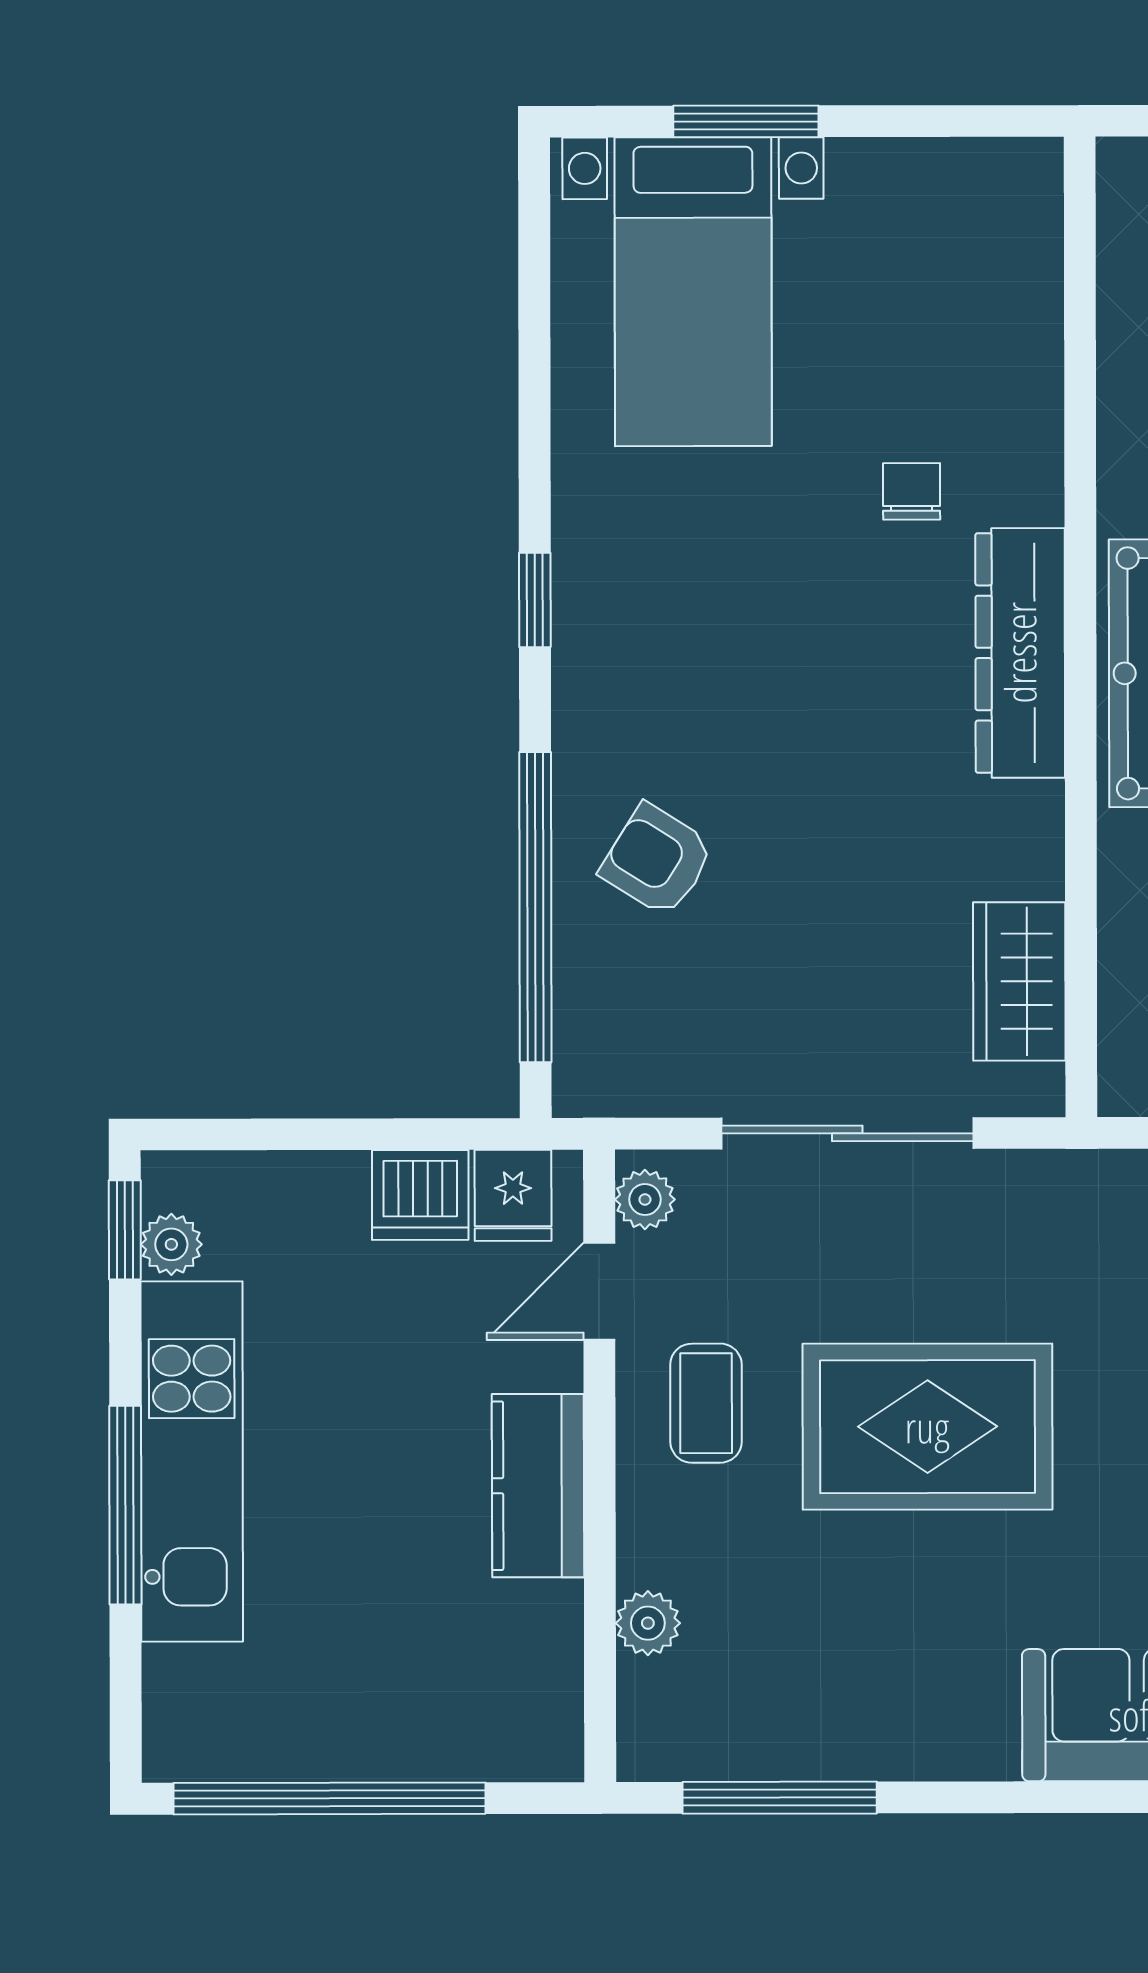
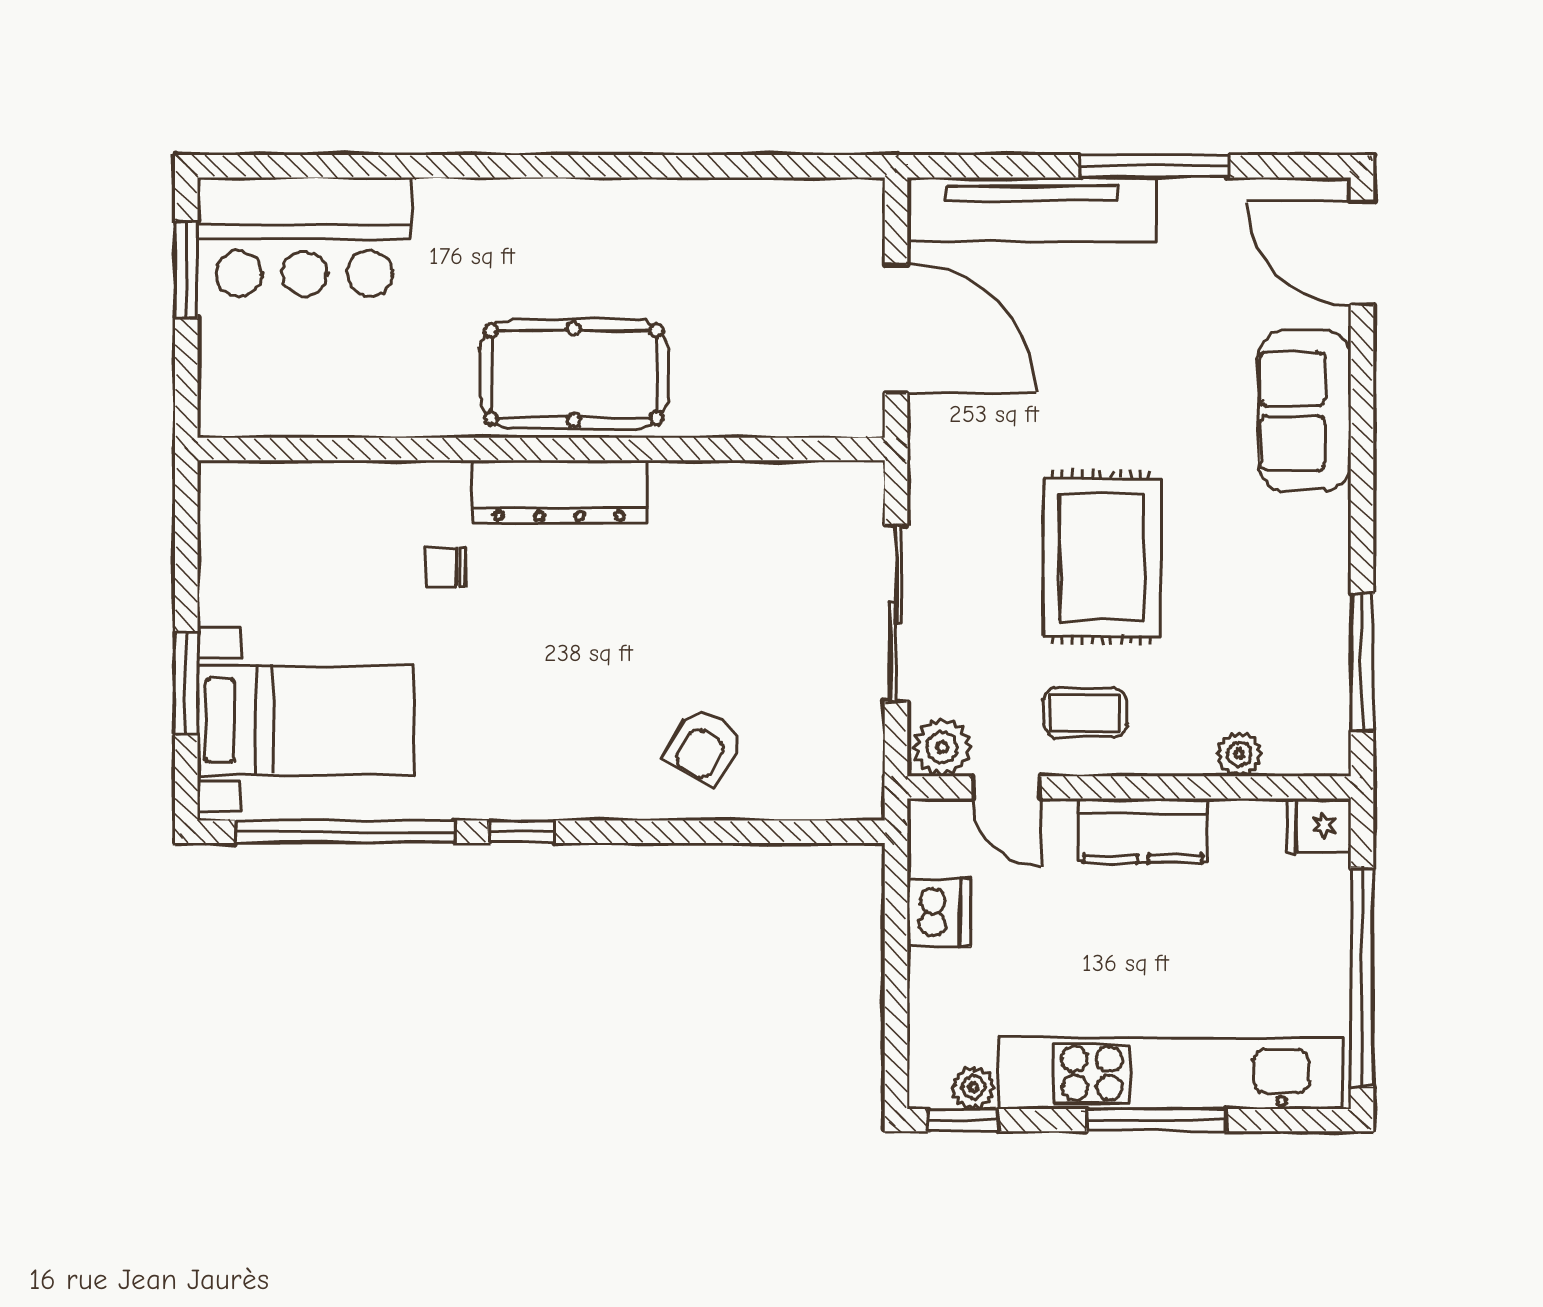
window: (535, 907) -> (345, 832), moved
wardrobe: (1019, 981) -> (790, 492), removed
fridge: (513, 1195) -> (1319, 825), moved, turned 180
plant: (645, 1199) -> (942, 747), width x1.38, depth x1.38
kitchen unit: (192, 1462) -> (1171, 1073), width x1.36

